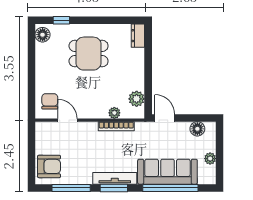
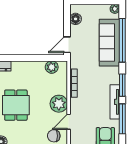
plant: (114, 113) -> (59, 104), moved, width x1.88, depth x1.88
plant: (210, 159) -> (115, 9), moved
tv unit: (115, 178) -> (115, 102), moved

